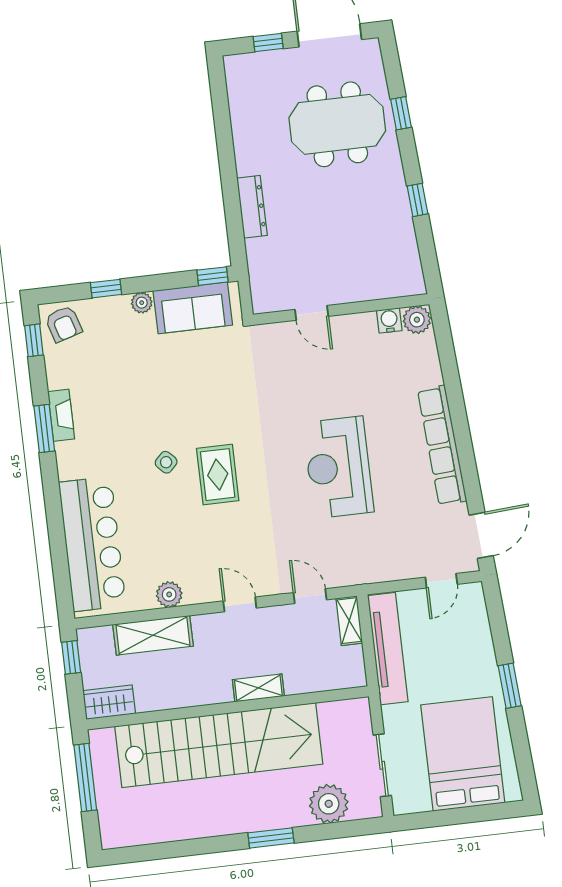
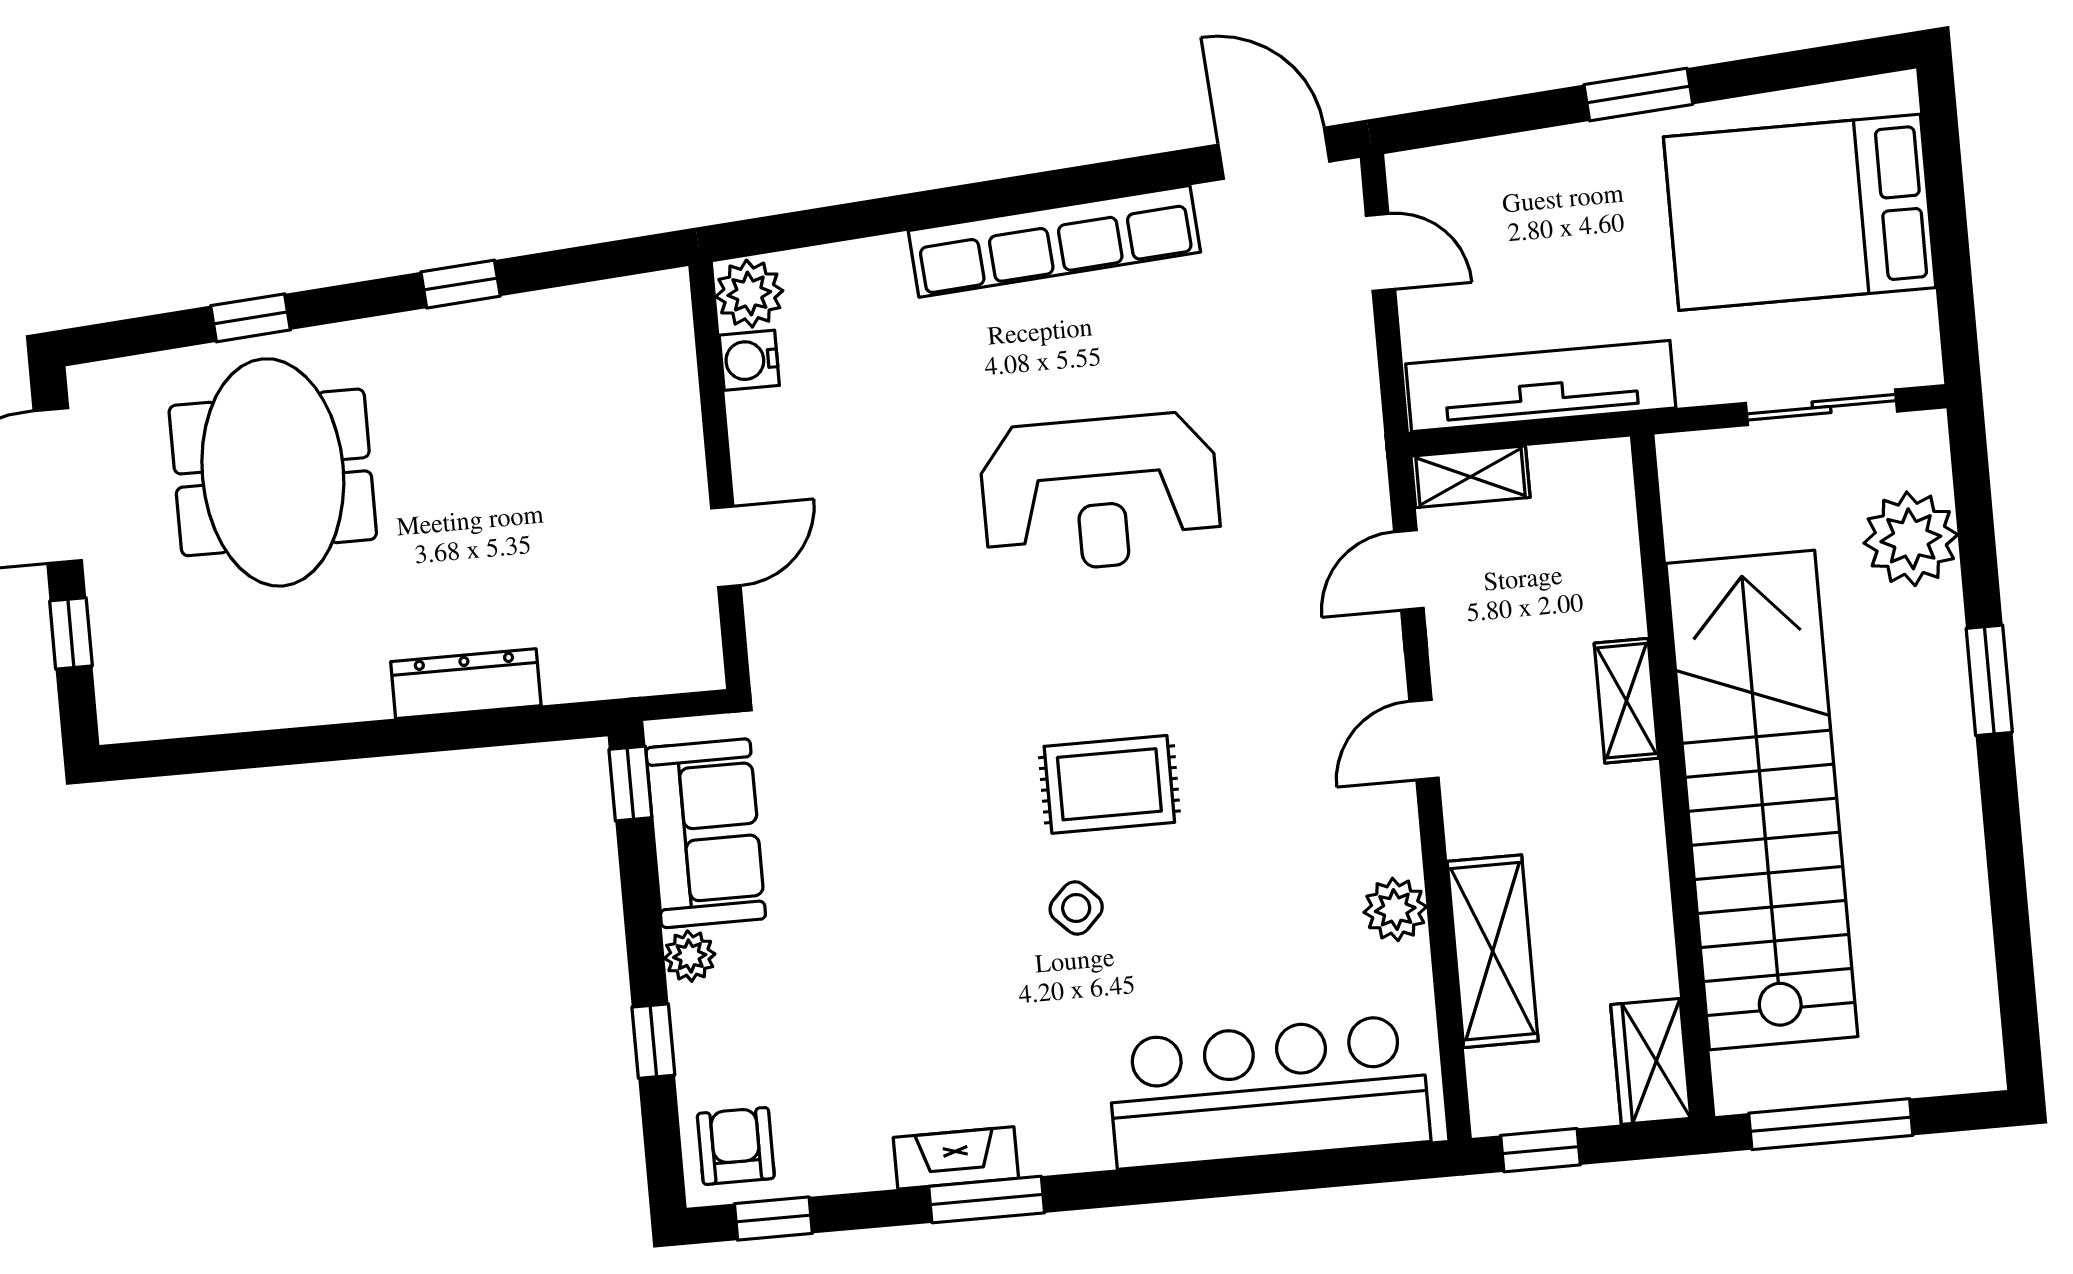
armchair: (64, 324) -> (736, 1146), turned -73

